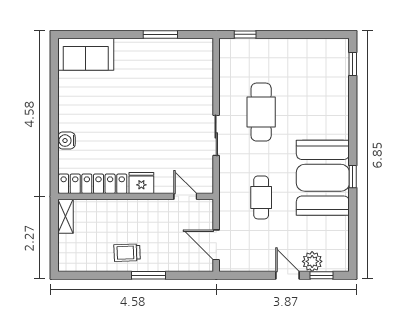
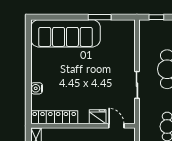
sofa: (86, 54) -> (65, 33), width x1.85, depth x1.27
fridge: (141, 183) -> (98, 117), moved

